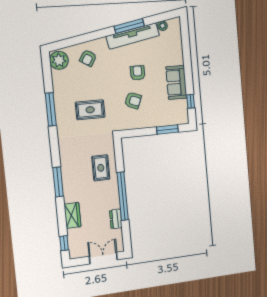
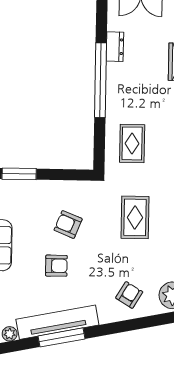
armchair: (138, 73) -> (56, 266), turned -90
rug: (90, 110) -> (135, 217), turned 90
rug: (101, 168) -> (132, 143), moved

